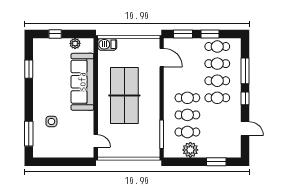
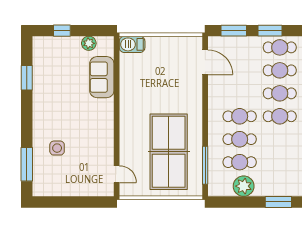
sofa: (82, 82) -> (102, 77), width x0.54, depth x0.79
table tennis table: (124, 96) -> (169, 152), moved

